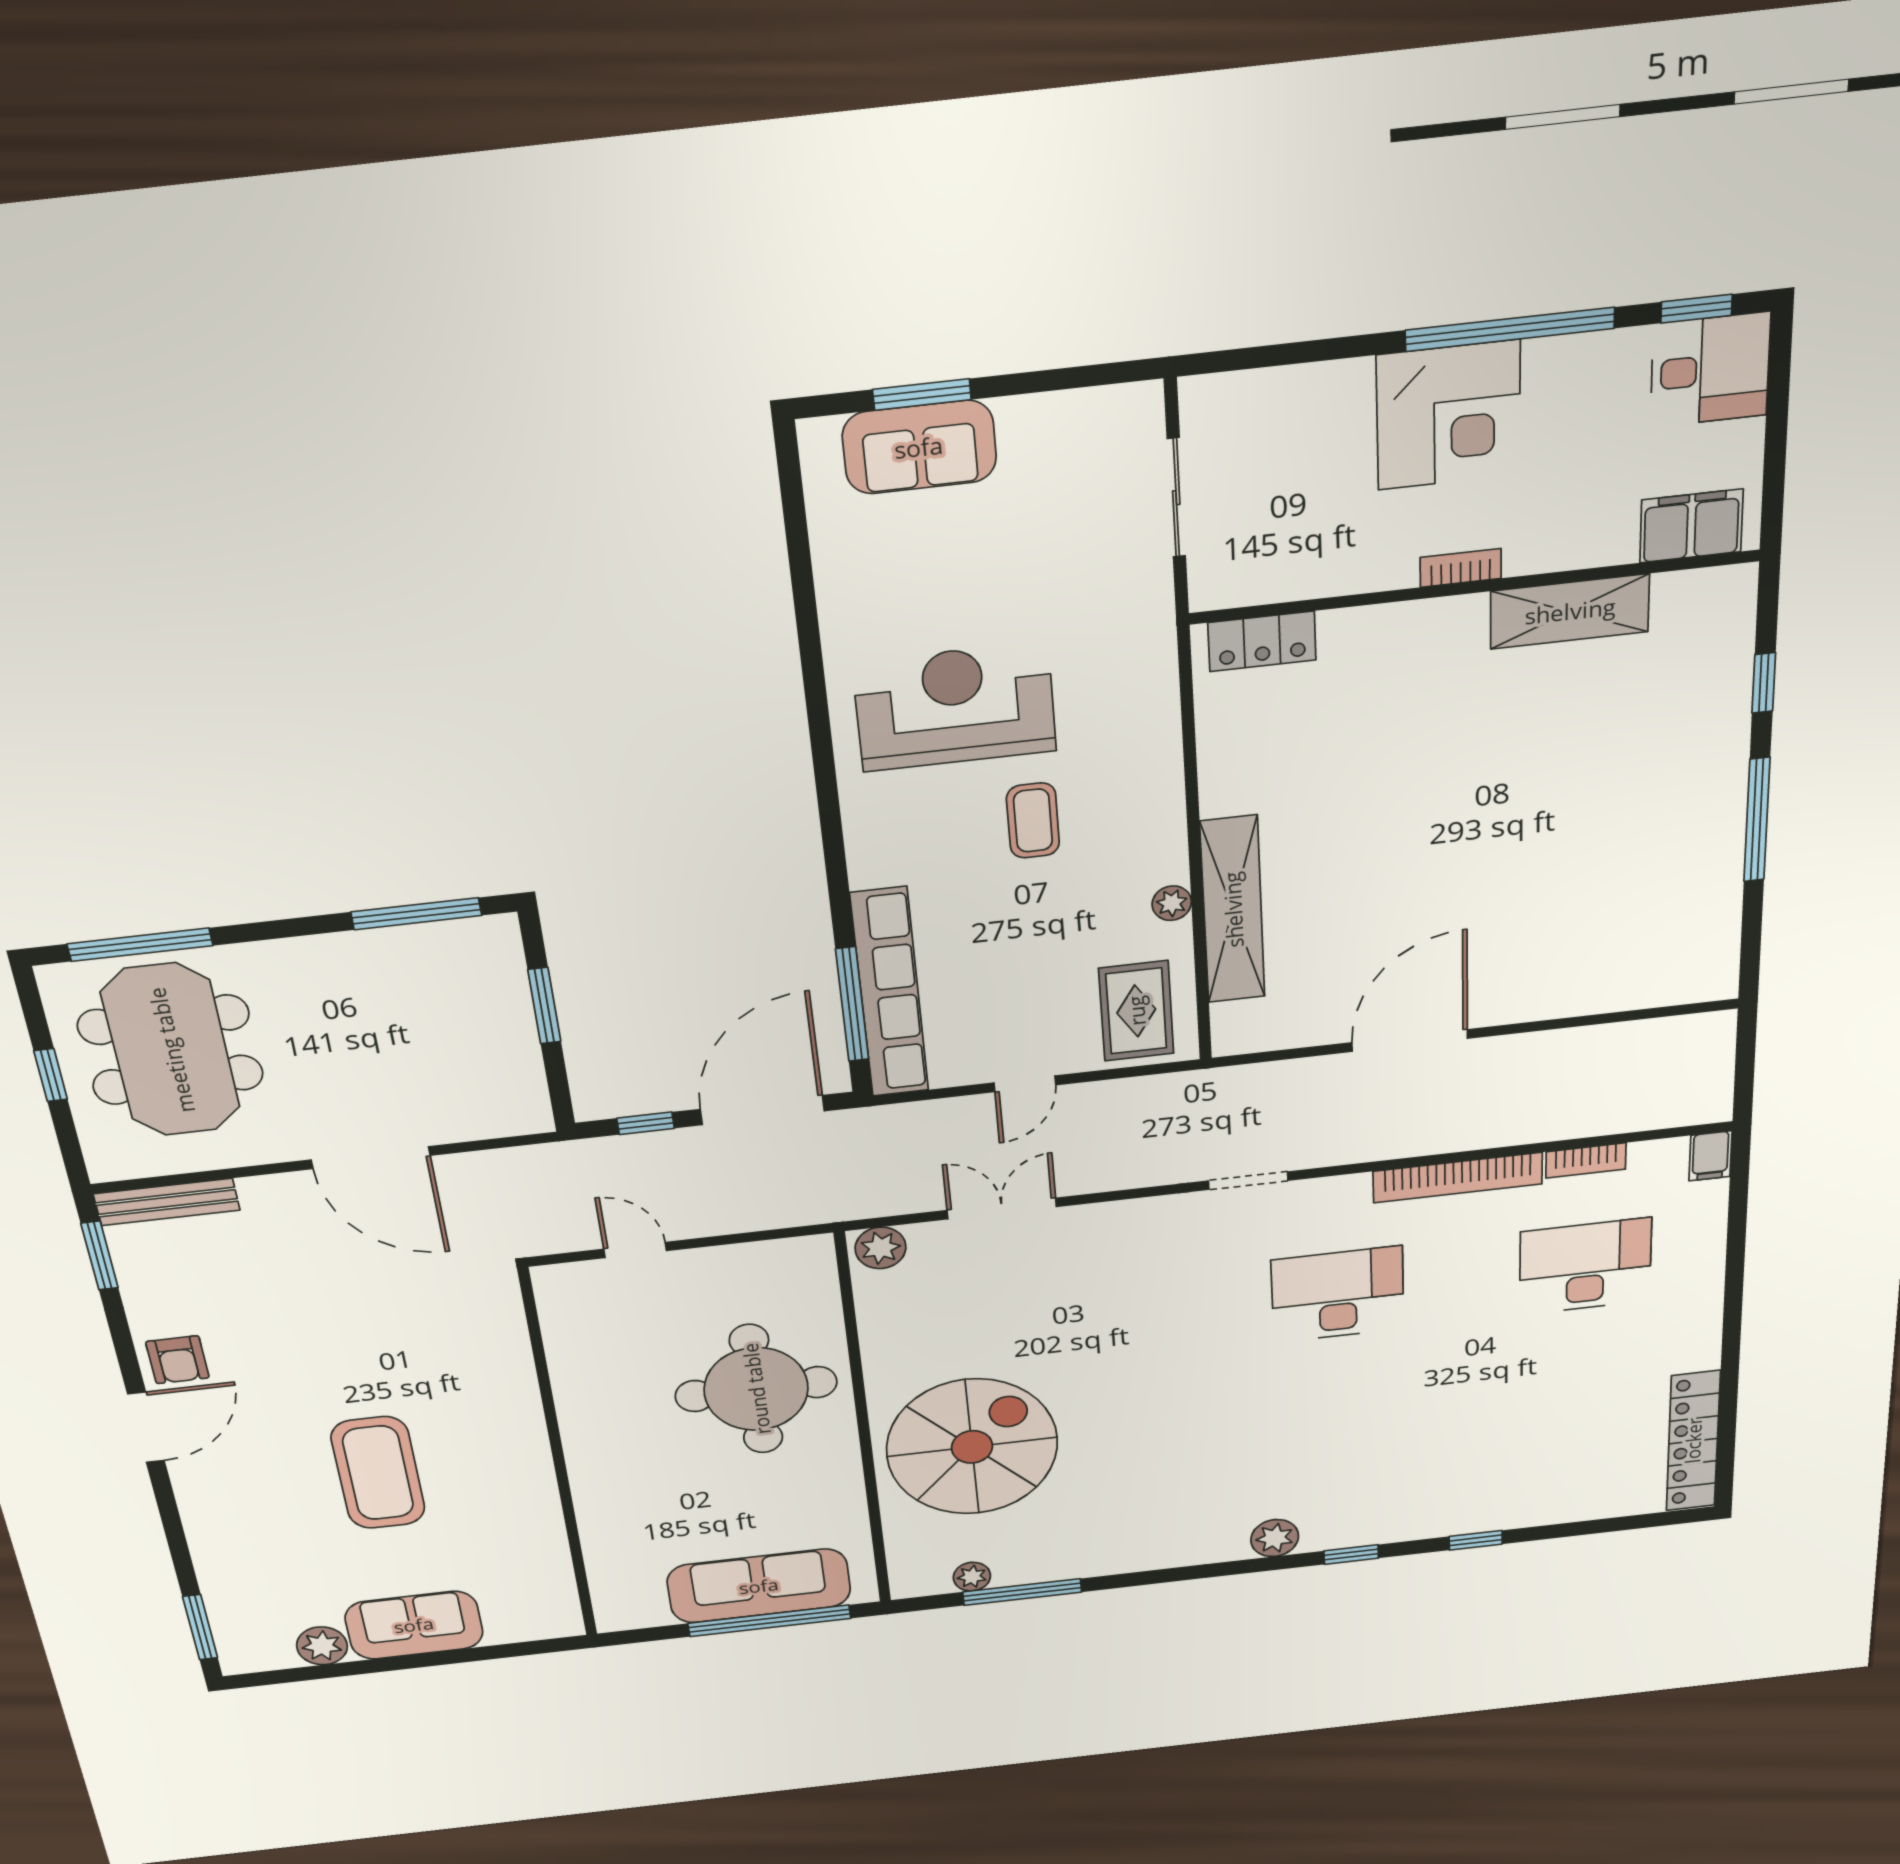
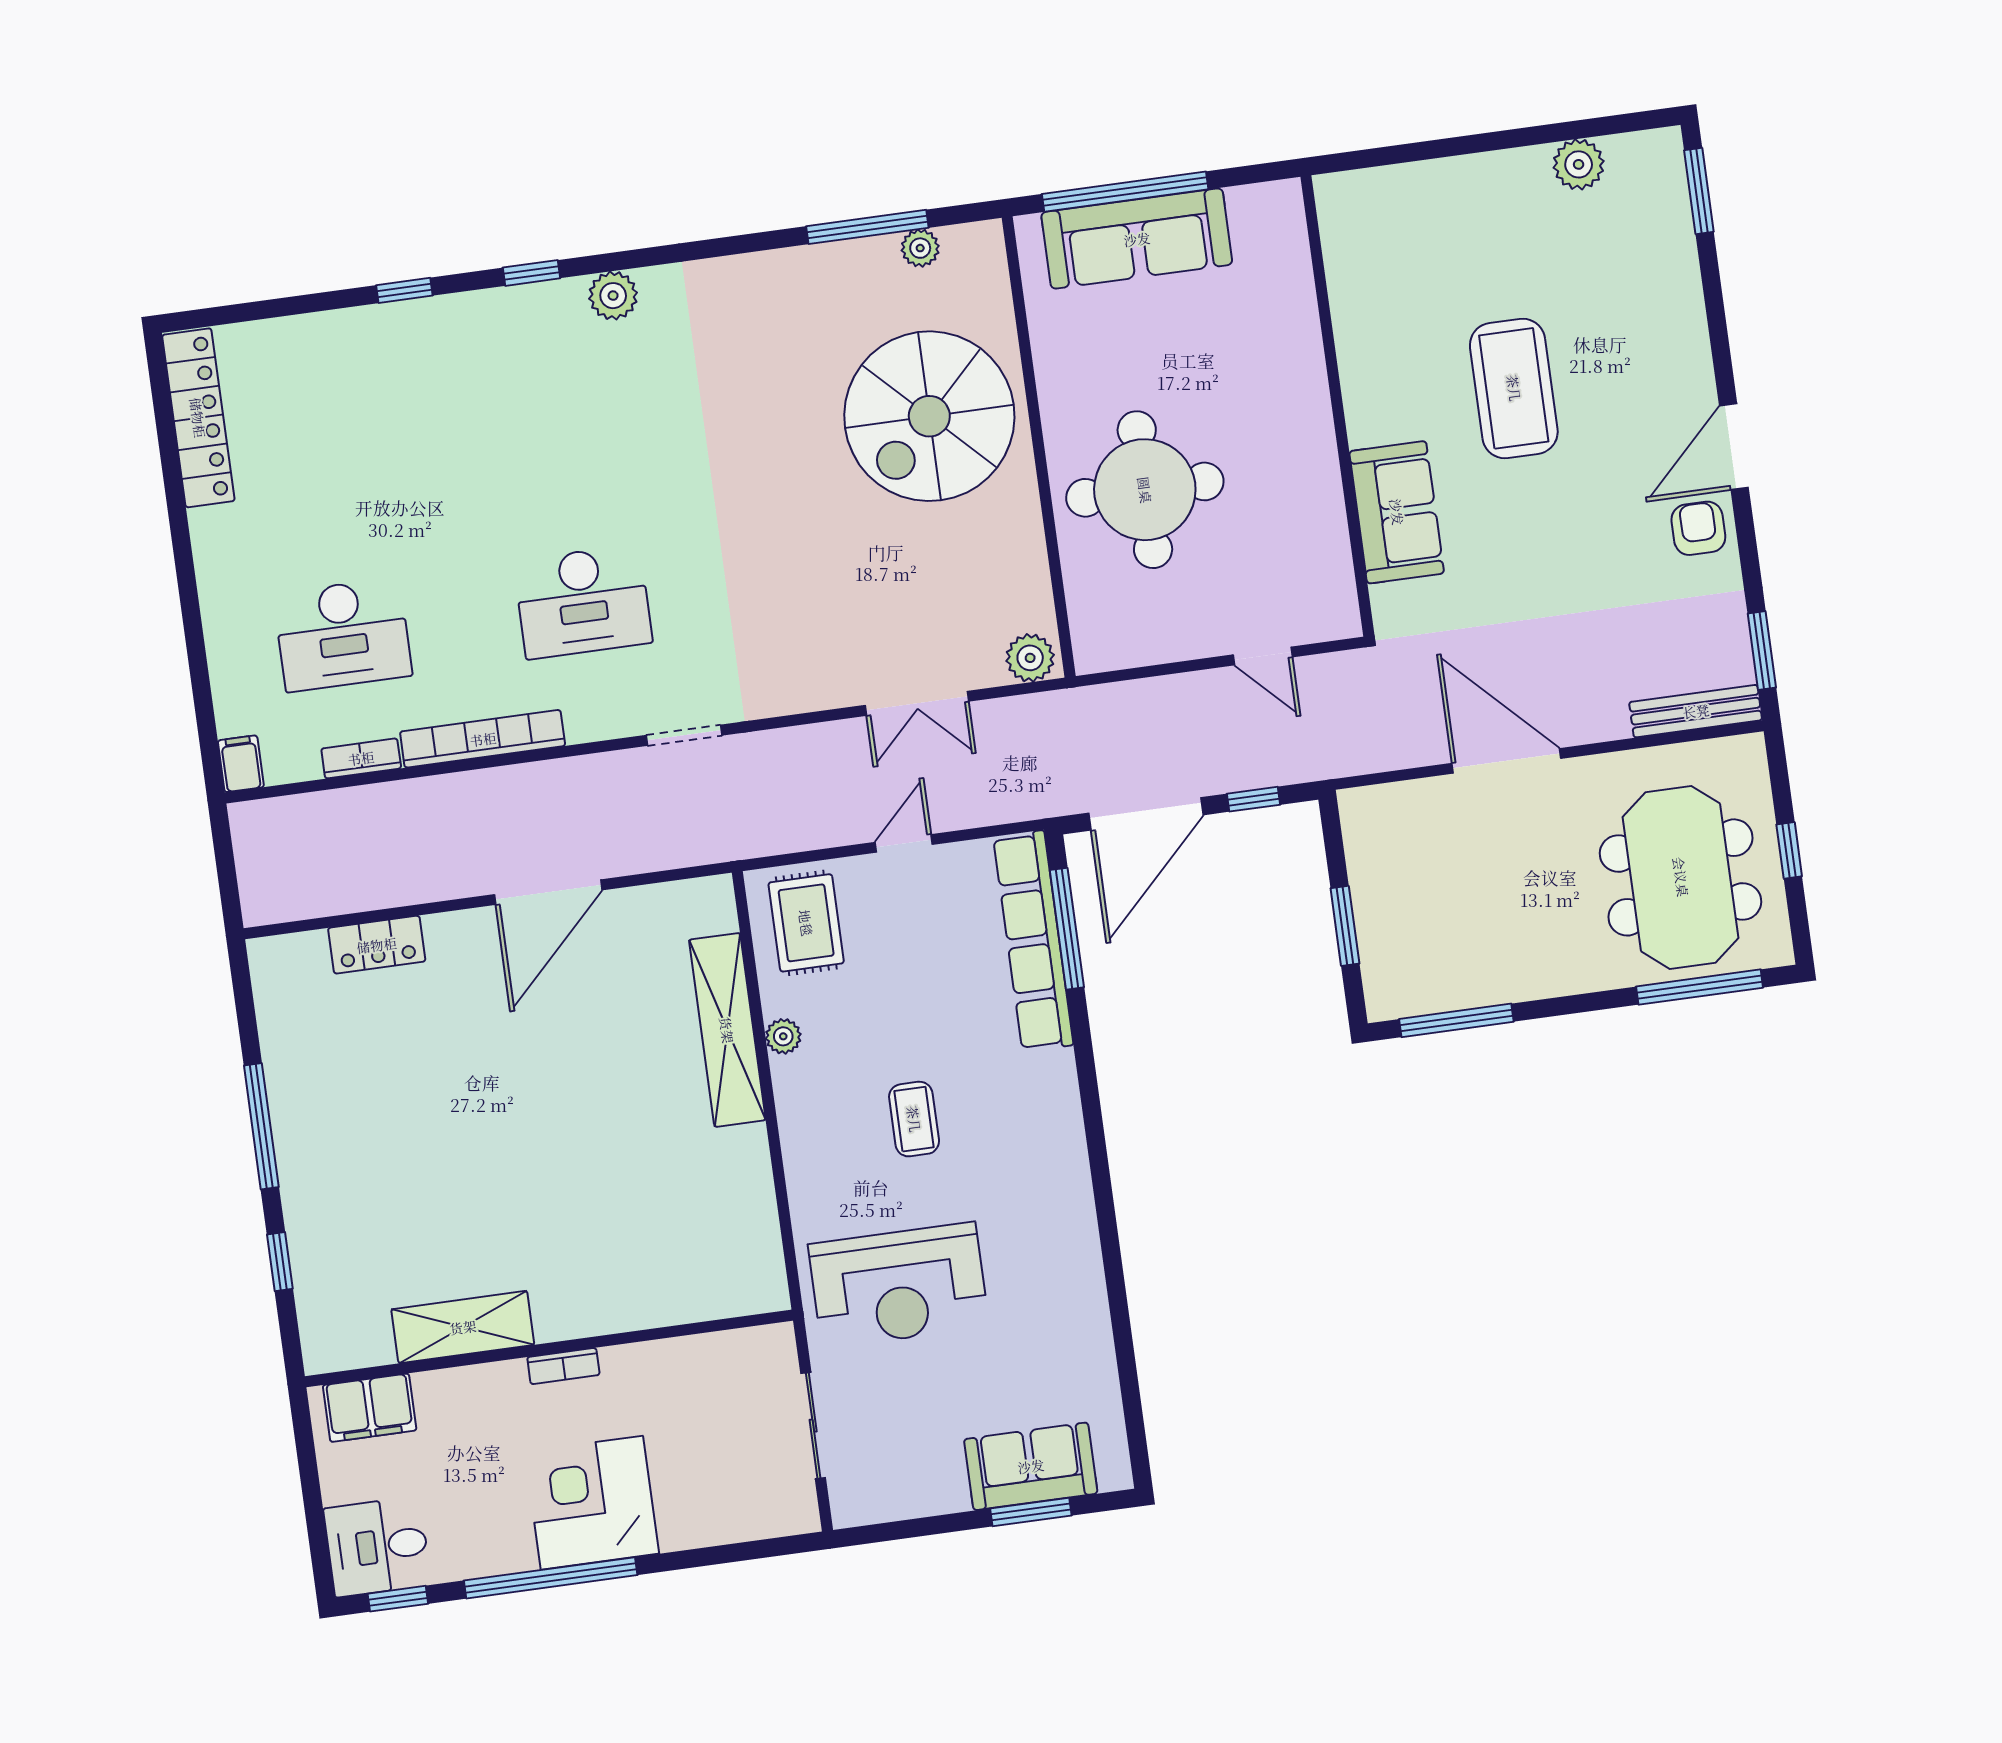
locker: (1262, 641) -> (377, 945), moved, turned 180
reception desk: (955, 707) -> (899, 1285), moved
sofa: (414, 1625) -> (1397, 512), moved, turned -90

